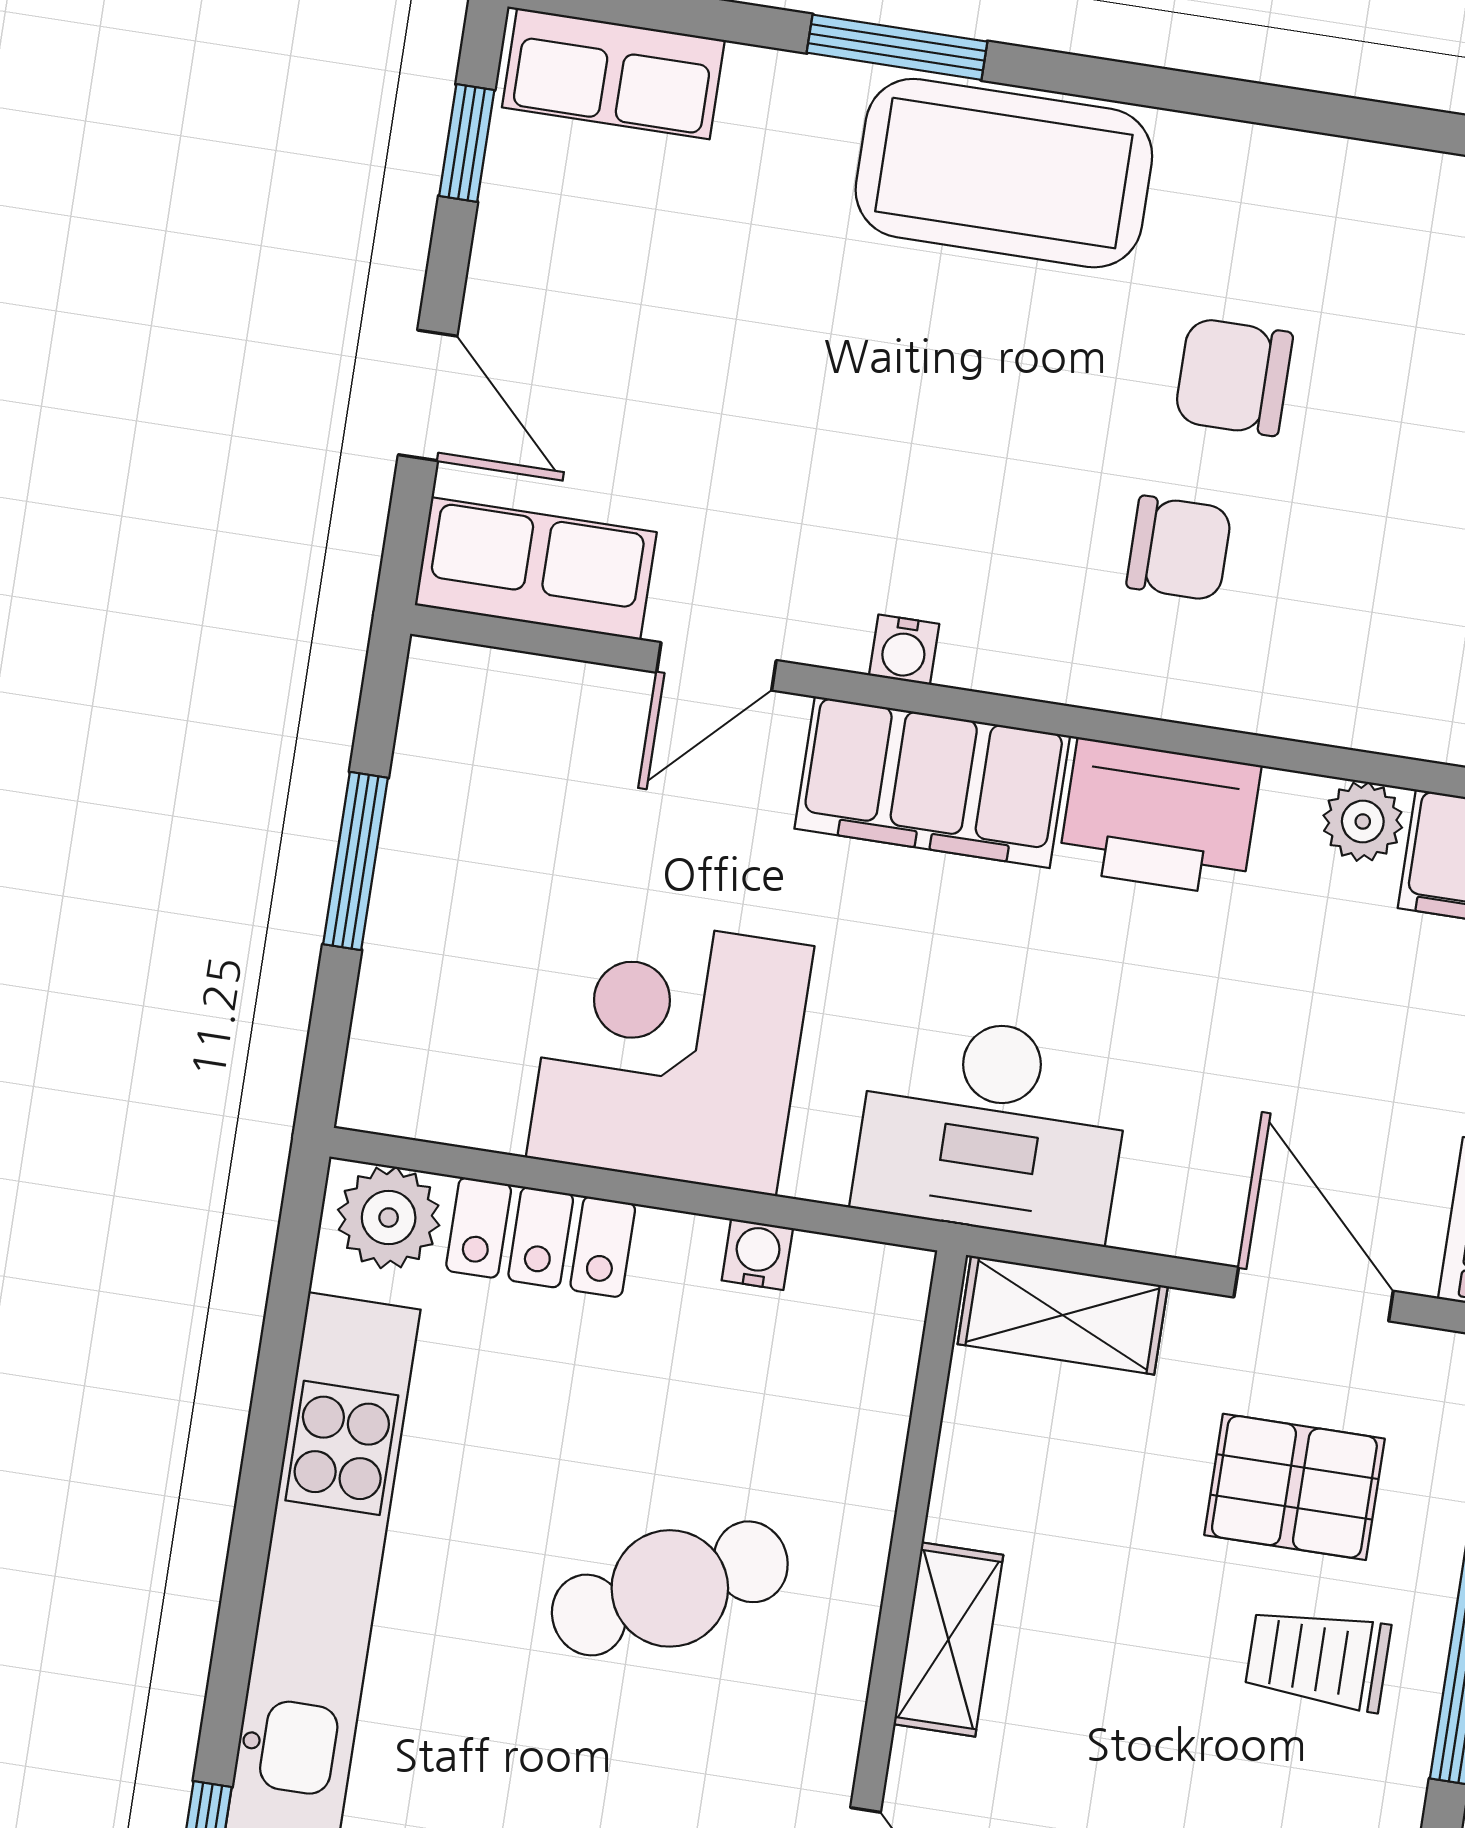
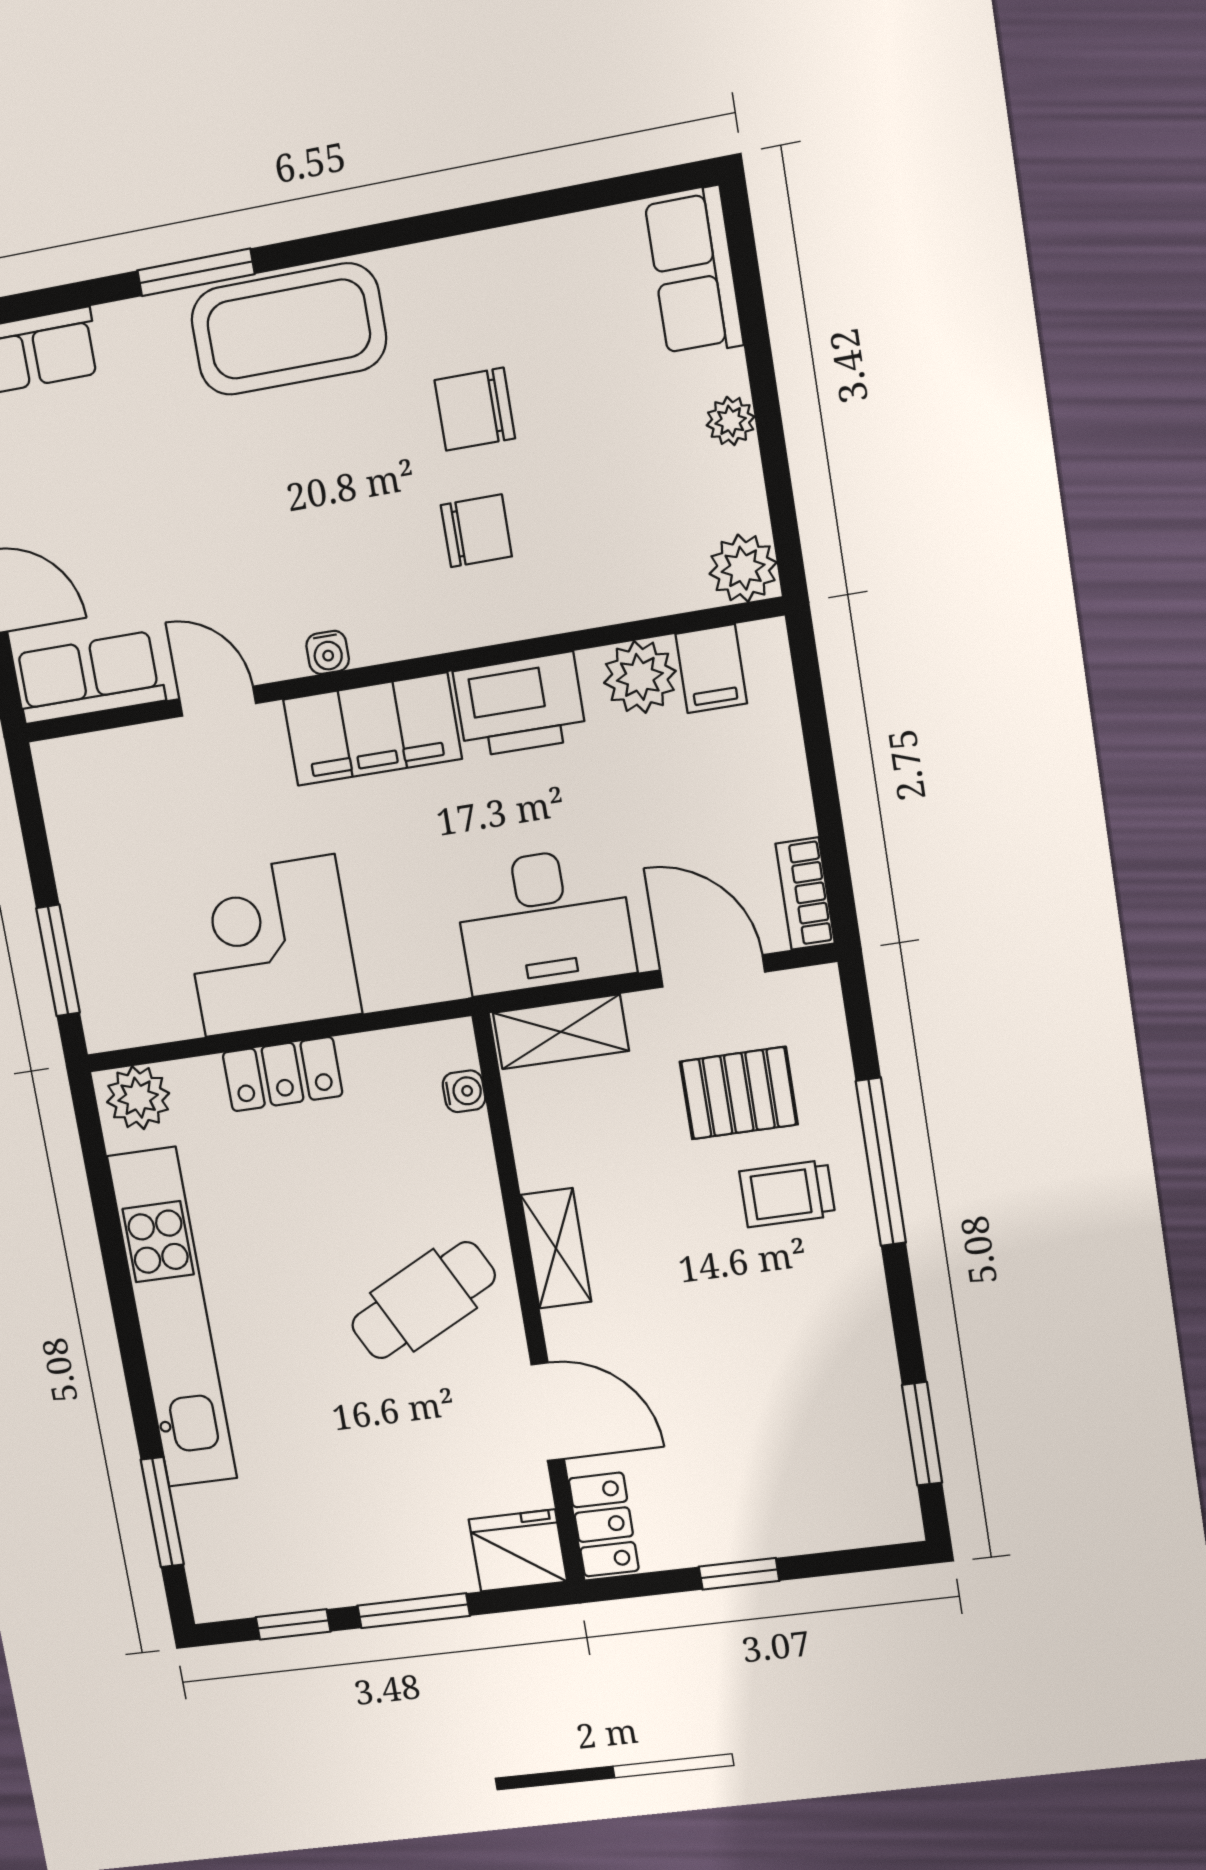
door: (716, 666) -> (218, 701), swing flipped
plant: (1363, 822) -> (640, 677), width x1.38, depth x1.38
window: (356, 861) -> (58, 960), moved
desk: (992, 1127) -> (544, 920), moved
locker: (541, 1237) -> (283, 1074), moved
water cooler: (757, 1254) -> (464, 1091), moved, turned 90
cafe table: (670, 1588) -> (423, 1300), moved

